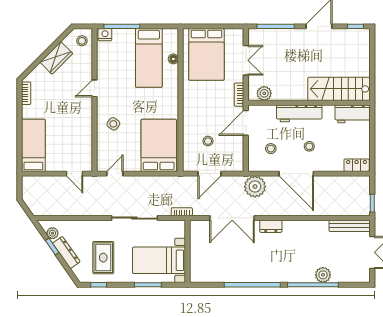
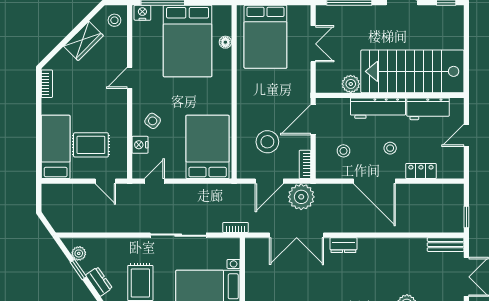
bed: (149, 58) -> (188, 41), width x1.50
stairs: (339, 89) -> (412, 71), width x1.36, depth x1.51
plant: (264, 93) -> (351, 84), moved
bookcase: (239, 95) -> (305, 164), moved
workbench: (353, 114) -> (428, 109), moved
door: (372, 136) -> (466, 135), added
stool: (208, 141) -> (267, 142), width x1.89, depth x1.89
rug: (63, 144) -> (91, 145), added
nightstand: (103, 144) -> (140, 145), added
locker: (357, 165) -> (421, 171), moved
plant: (255, 187) -> (301, 197), moved
bench: (350, 226) -> (446, 245), width x0.73
dresser: (66, 252) -> (99, 282), width x0.70

